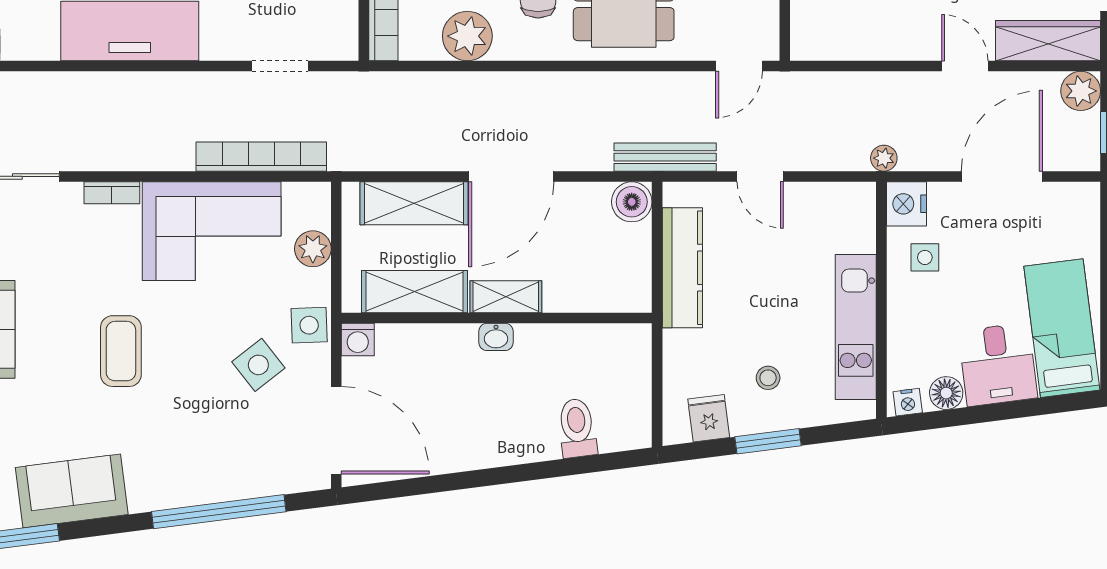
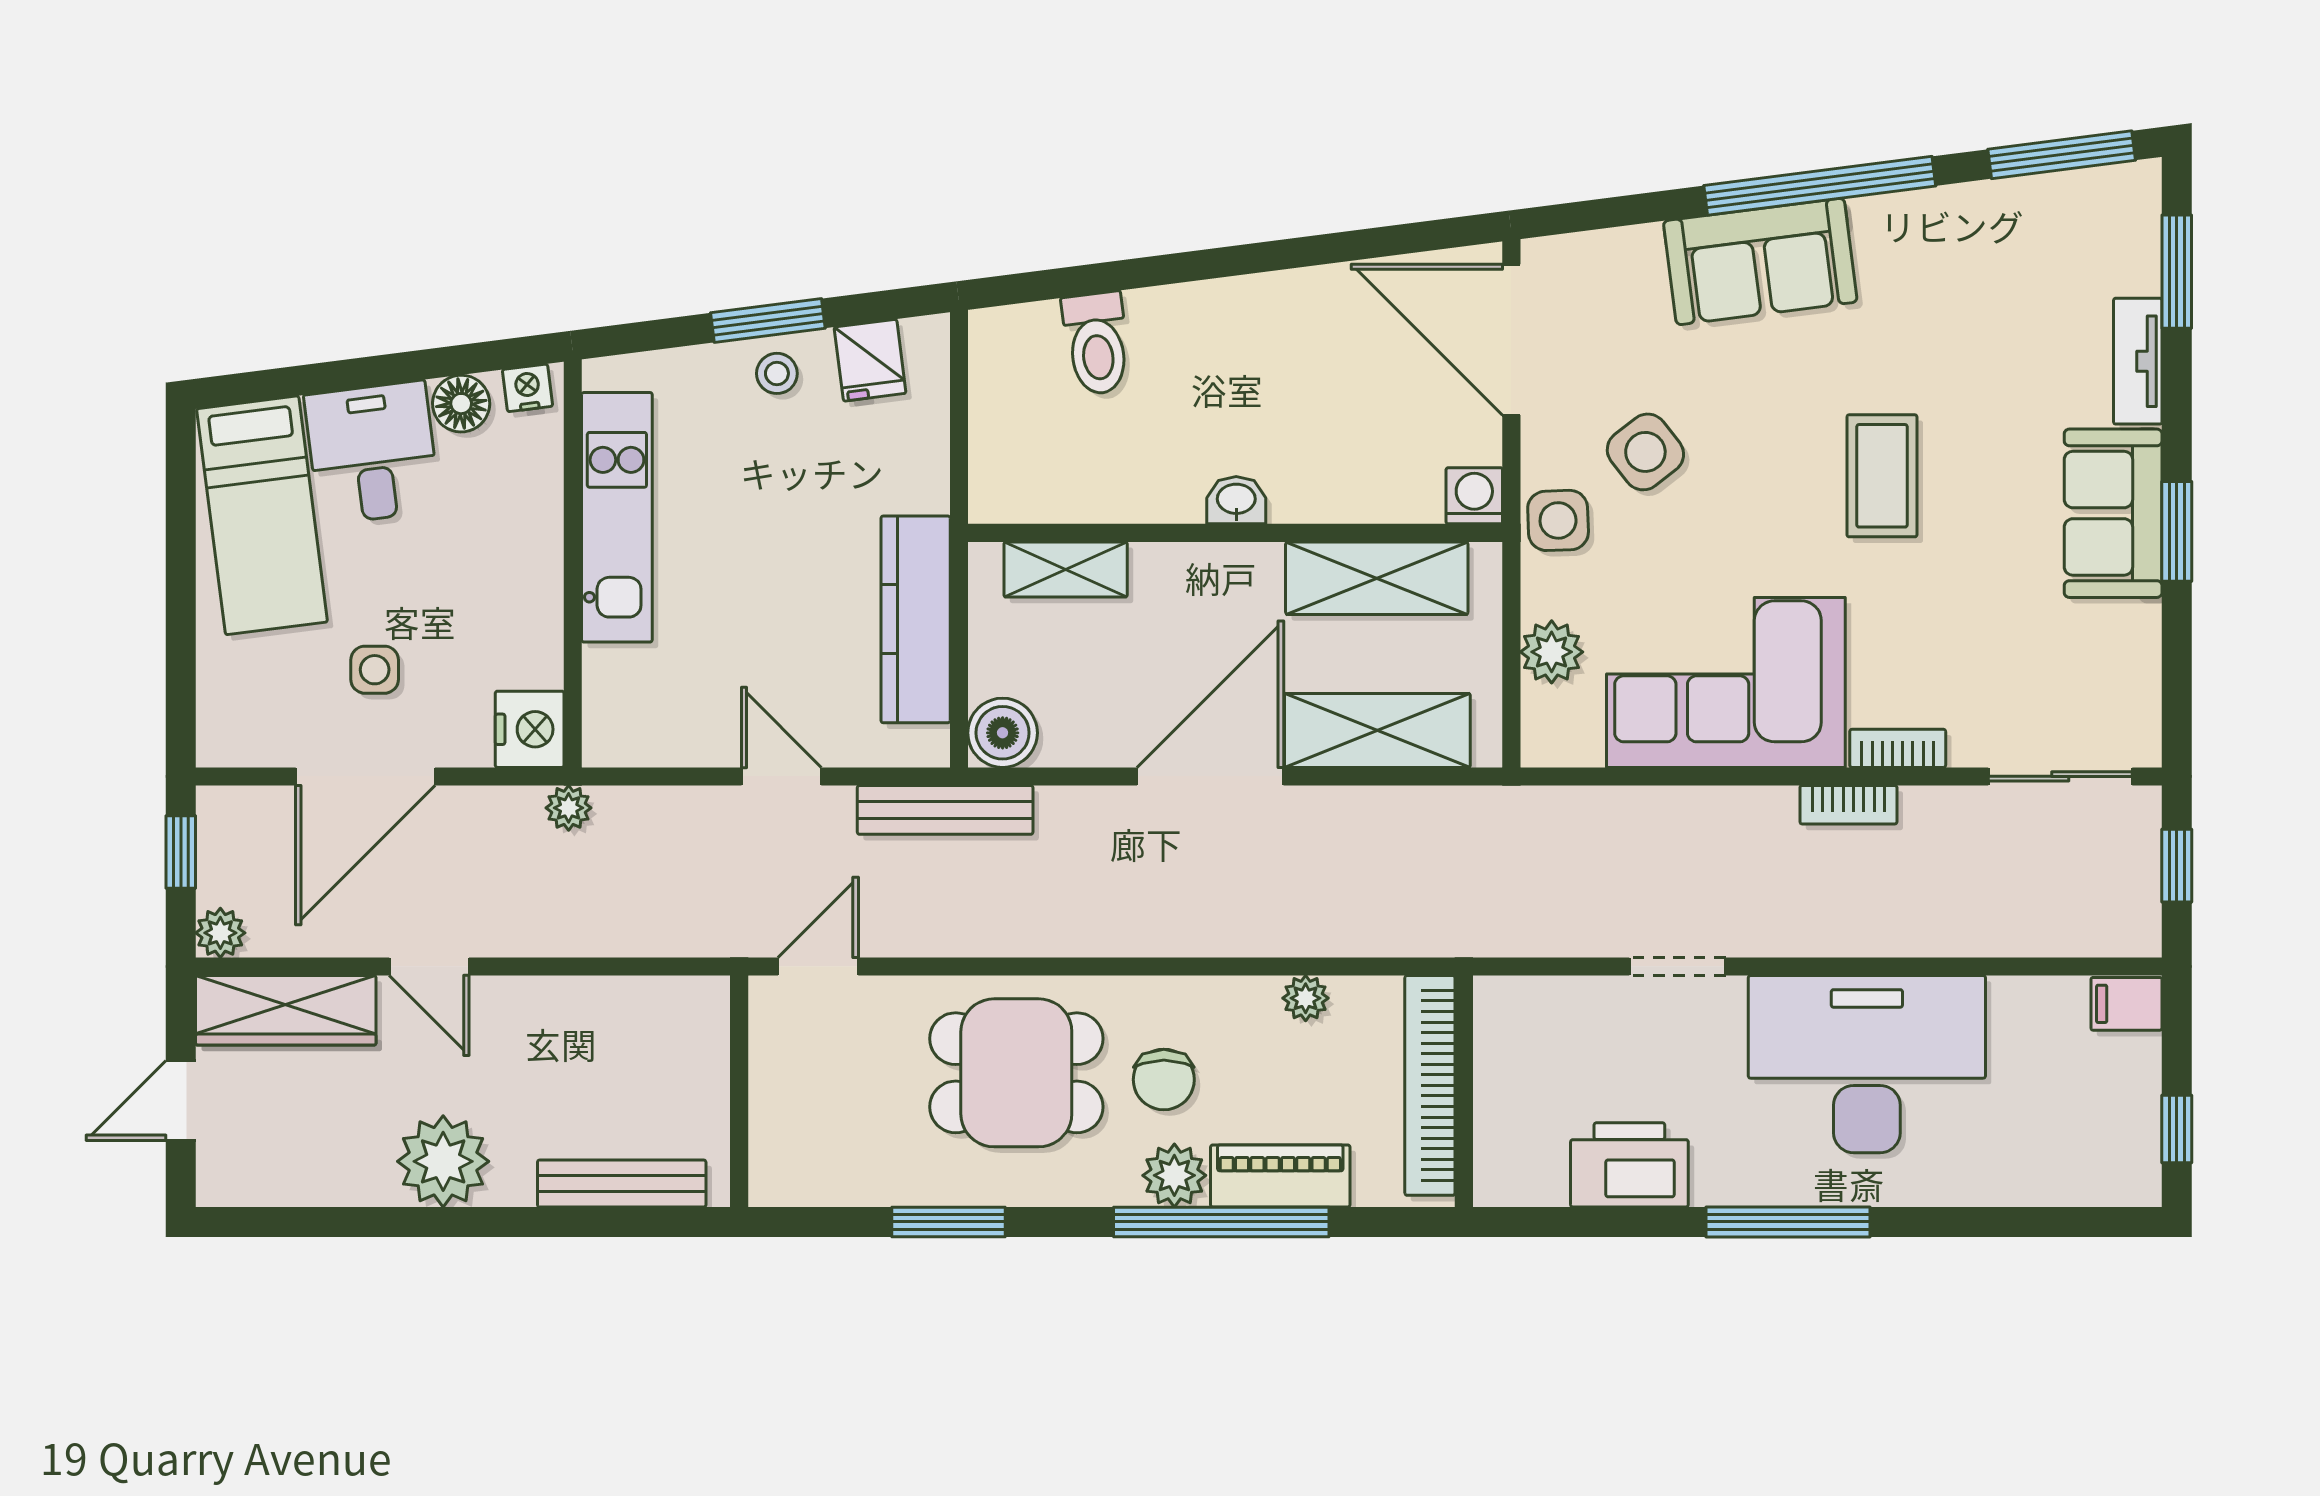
plant: (467, 36) -> (1306, 998), width x0.53, depth x0.53
doorway: (280, 66) -> (1677, 966), moved
plant: (1081, 91) -> (220, 933), width x0.73, depth x0.73
bookcase: (261, 157) -> (1848, 805), moved, width x0.43, depth x0.76
side table: (925, 257) -> (375, 670), moved
shelving: (506, 297) -> (1066, 569), moved
stool: (768, 378) -> (777, 373), moved
sofa: (72, 491) -> (1760, 261), moved
window: (219, 512) -> (1820, 186), moved

